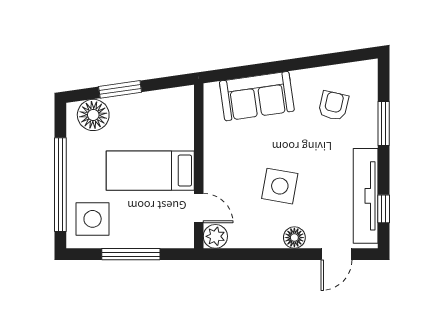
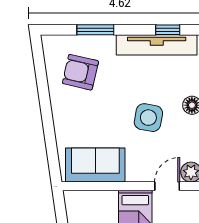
sofa: (257, 96) -> (95, 165), moved, turned -82
armchair: (333, 106) -> (80, 72), width x1.38, depth x1.38

